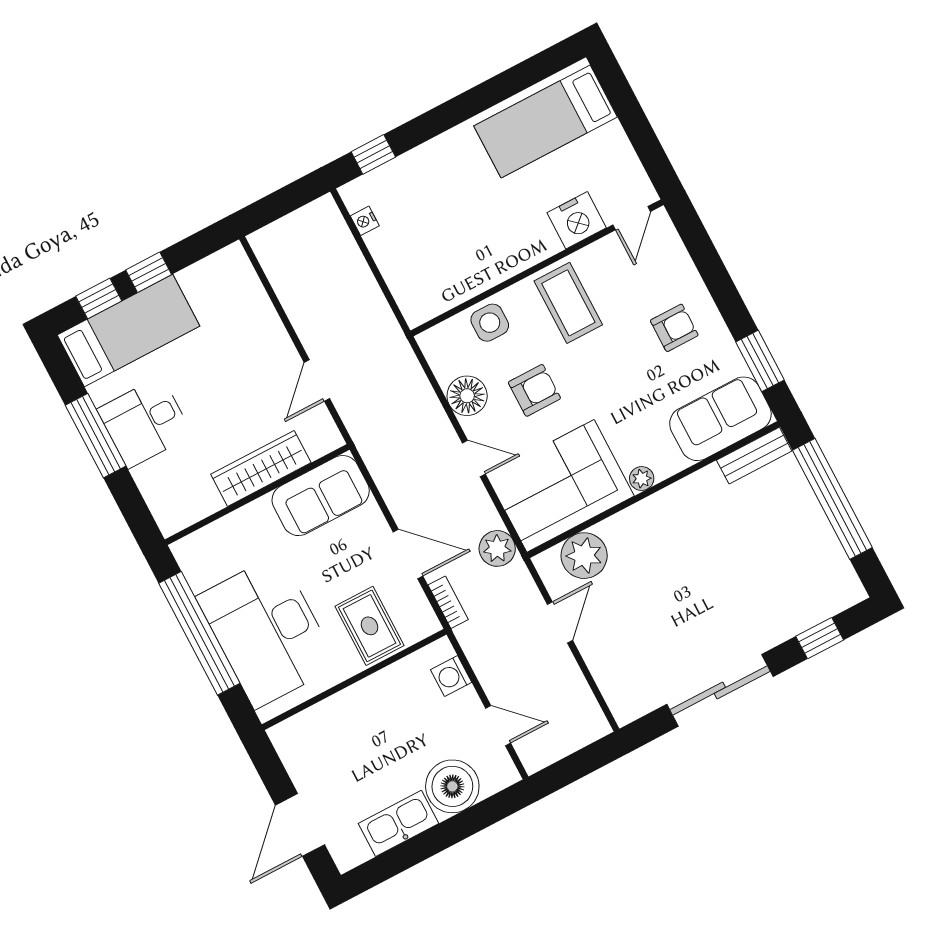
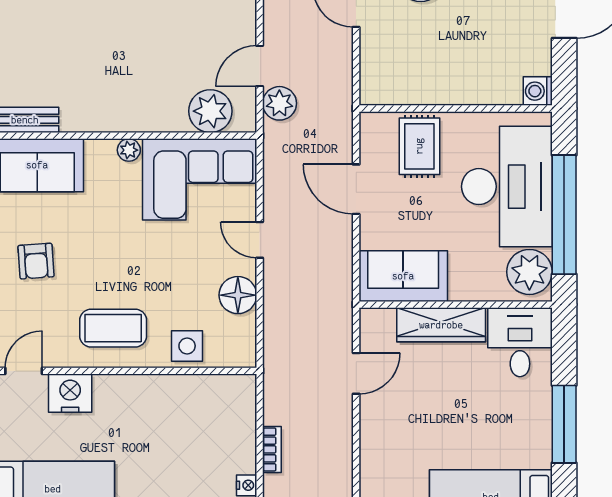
coffee table: (568, 303) -> (113, 328), turned 90
armchair: (674, 328) -> (36, 261), turned -94
armchair: (534, 390) -> (180, 270), removed
desk: (145, 422) -> (520, 342), moved, turned -90
plant: (497, 548) -> (279, 103), moved
plant: (204, 562) -> (529, 272), added
bookcase: (448, 602) -> (272, 449), moved, turned 180
washing machine: (451, 676) -> (538, 91), moved, turned 180

